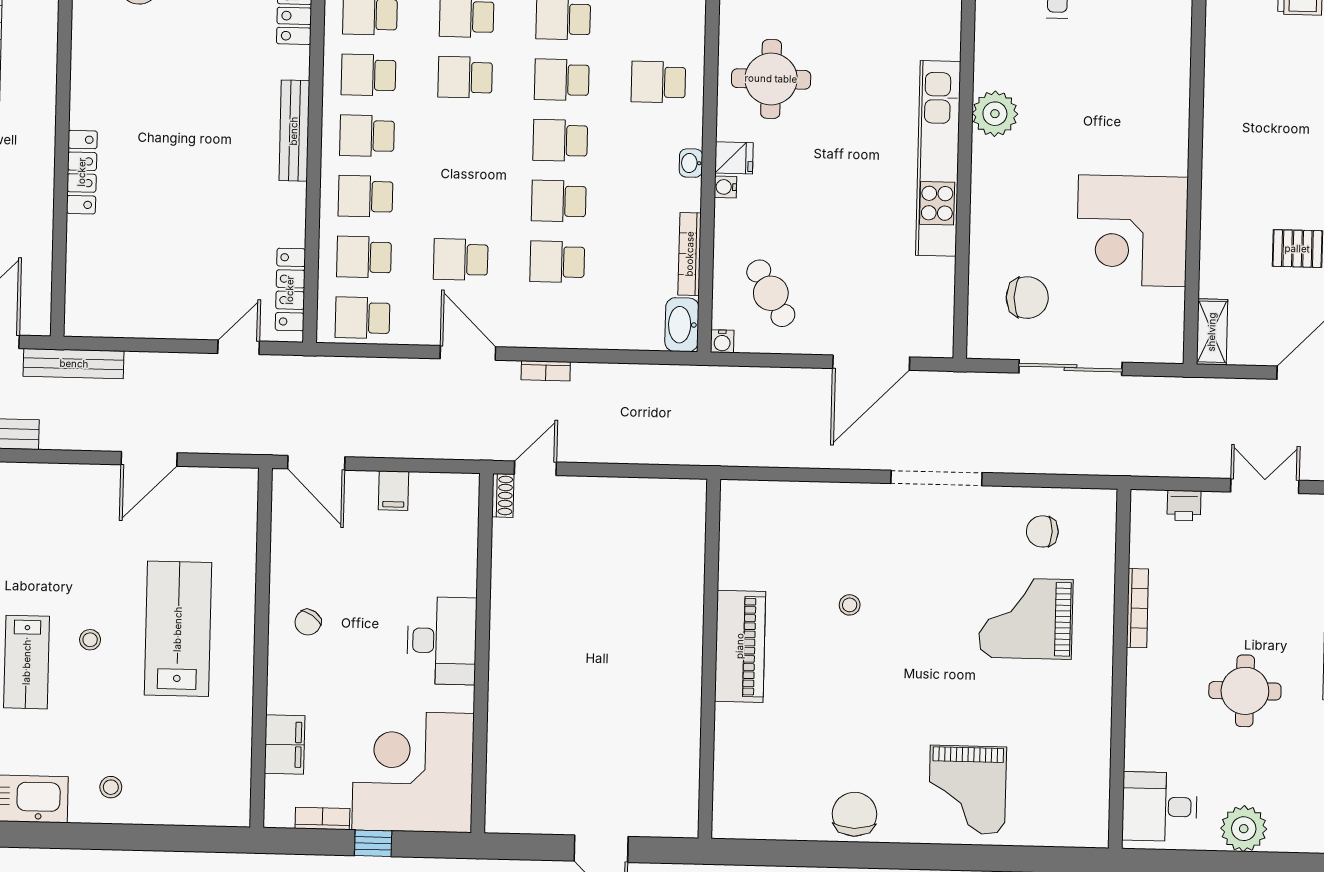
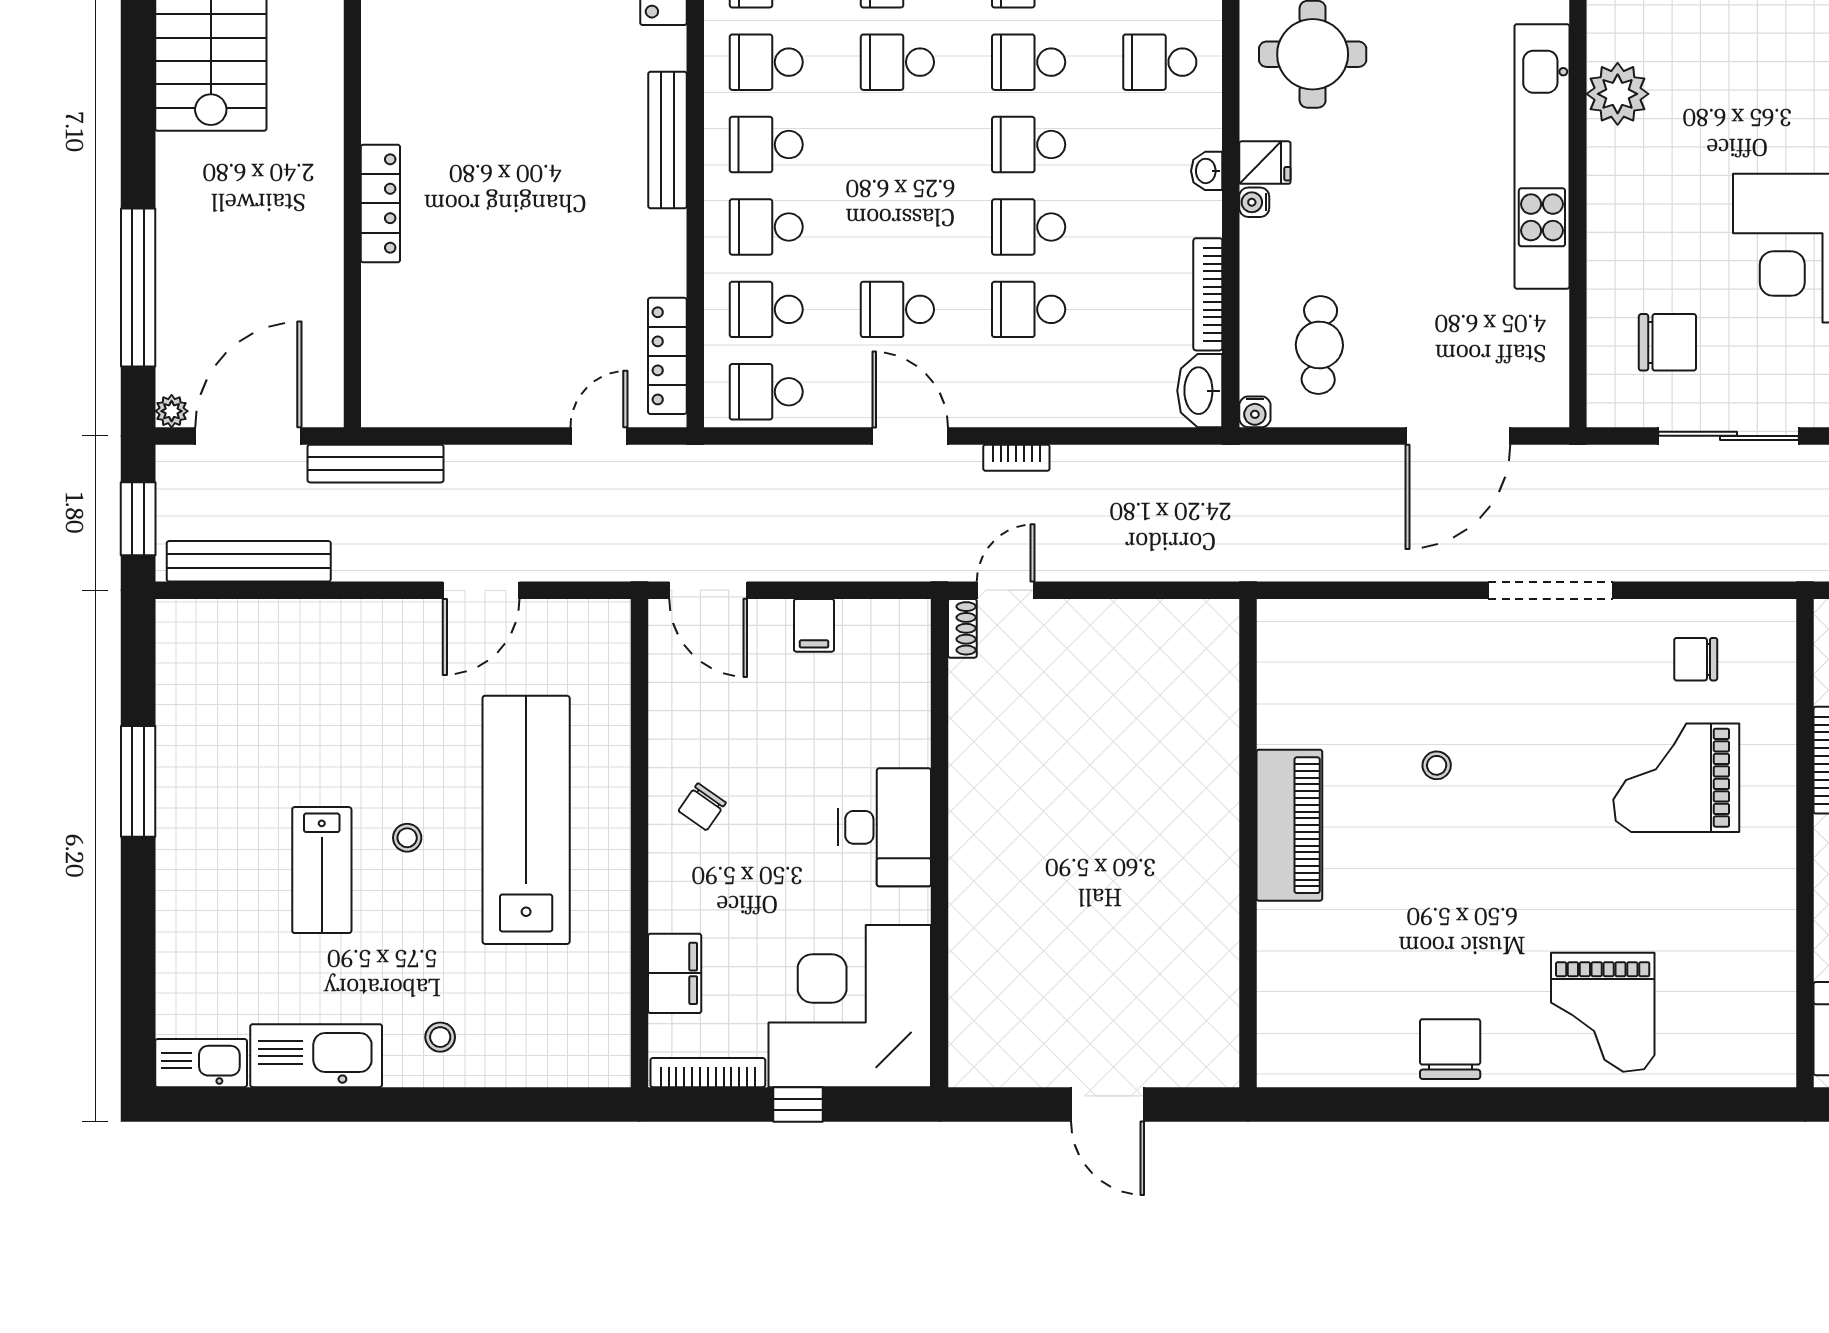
cafe table: (771, 293) -> (1319, 345), turned 32
lab bench: (178, 629) -> (526, 820), width x1.36
bookcase: (322, 818) -> (708, 1073), width x1.56

